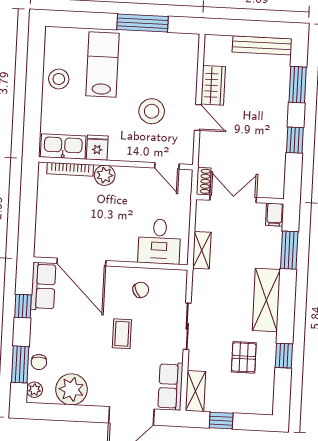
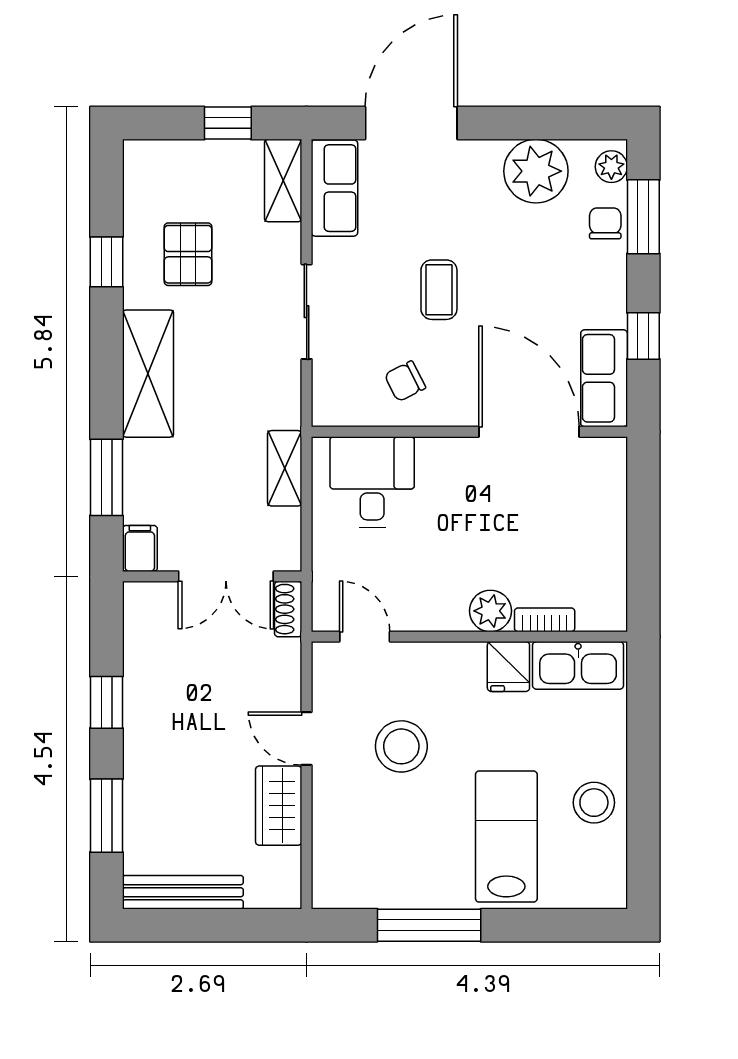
lab bench: (102, 65) -> (506, 837), turned 180
bookcase: (70, 169) -> (545, 620), width x0.64

